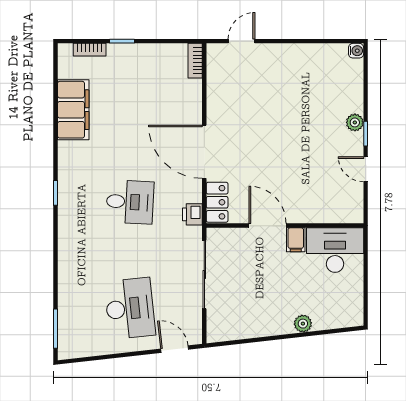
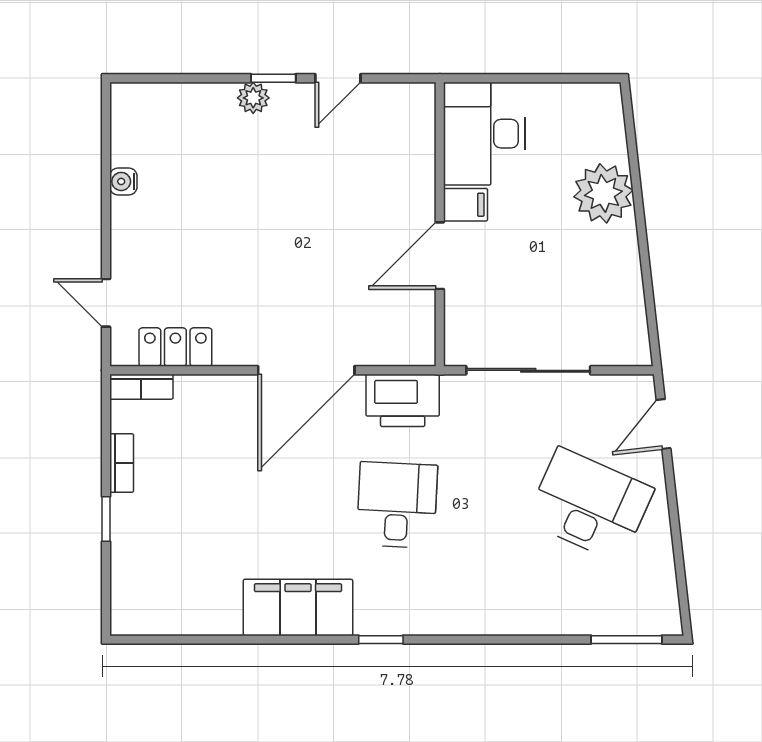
bookcase: (90, 50) -> (122, 463), moved
water cooler: (356, 51) -> (123, 181), moved, turned -90
filing cabinet: (73, 110) -> (298, 607), moved
locker: (217, 202) -> (175, 347), moved
printer: (192, 214) -> (403, 400), width x1.87, depth x1.48
desk: (130, 308) -> (590, 505), turned 30
plant: (303, 324) -> (603, 193), width x1.87, depth x1.87

